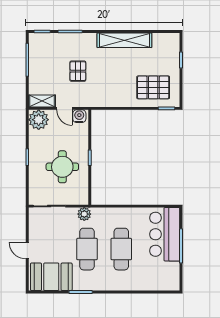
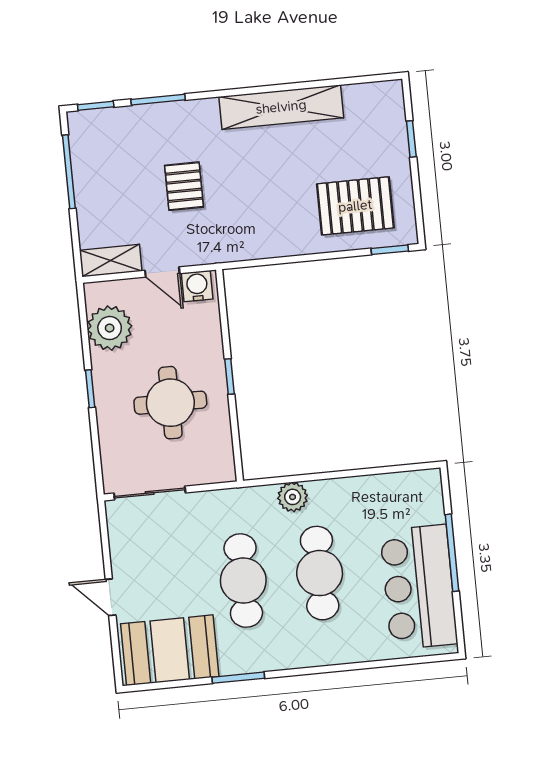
plant: (39, 120) -> (110, 328), moved
plant: (84, 214) -> (293, 497), moved
bar counter: (165, 234) -> (419, 587), moved

